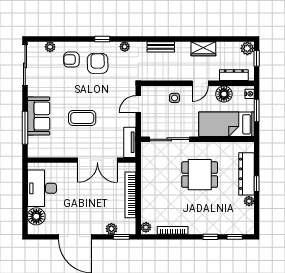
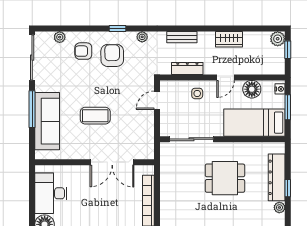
dresser: (234, 75) -> (187, 68), moved
sofa: (39, 116) -> (47, 121), width x1.36
window: (25, 128) -> (32, 109), moved
tv unit: (130, 142) -> (148, 143), removed

